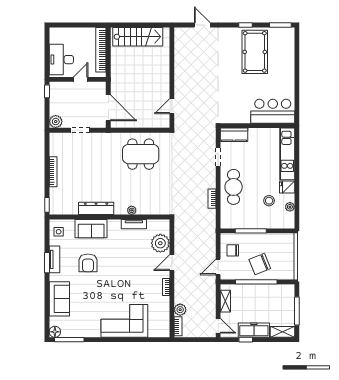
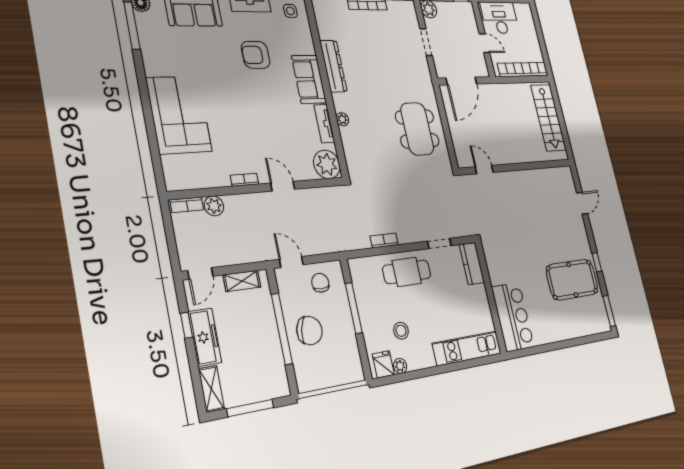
fridge: (287, 187) -> (383, 364), moved
sofa: (91, 229) -> (309, 79), moved
plant: (160, 243) -> (327, 164), moved
chair: (260, 264) -> (309, 331), turned 125

